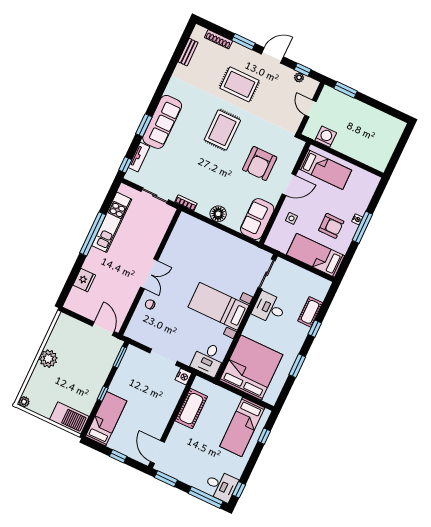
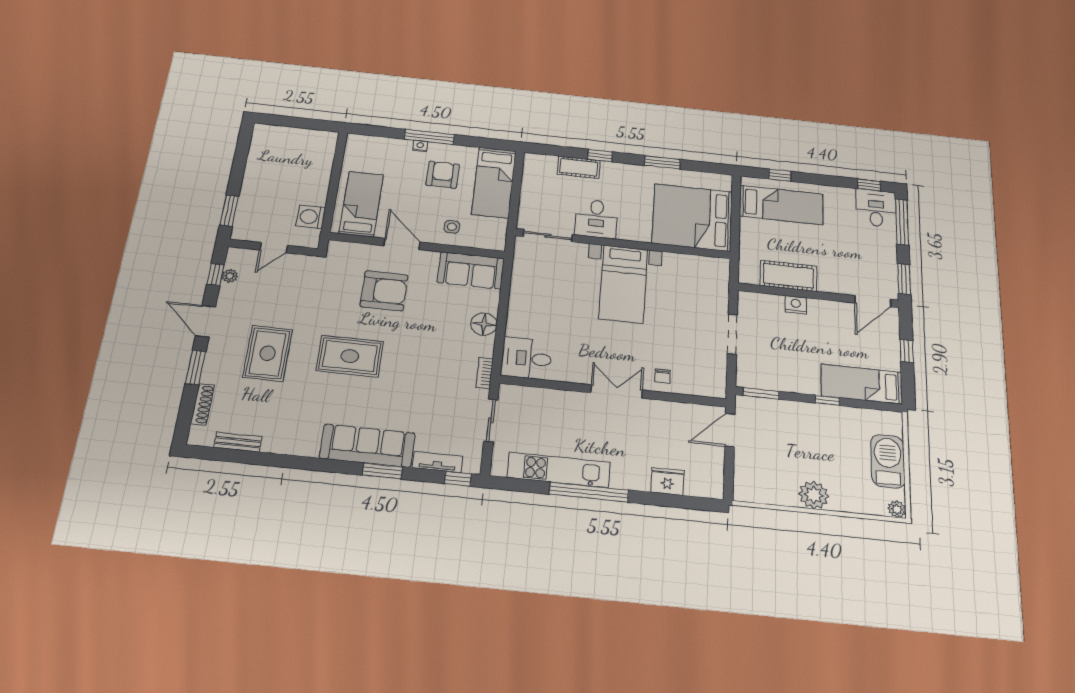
desk: (208, 359) -> (526, 358), moved, turned 180
nightstand: (183, 377) -> (796, 305), moved
barbecue: (69, 418) -> (888, 461), moved

